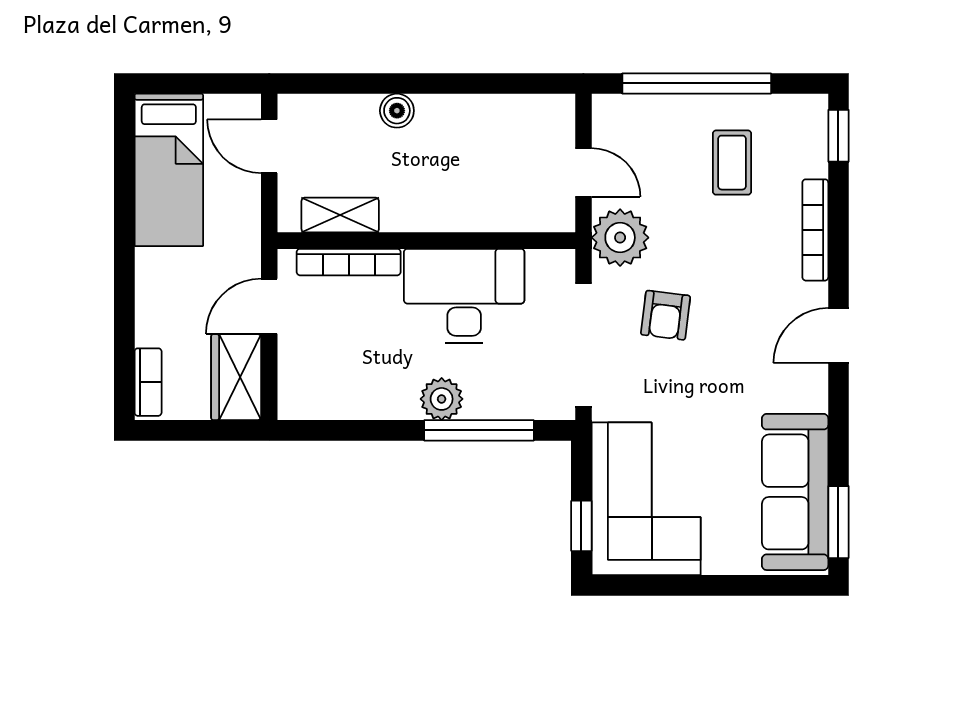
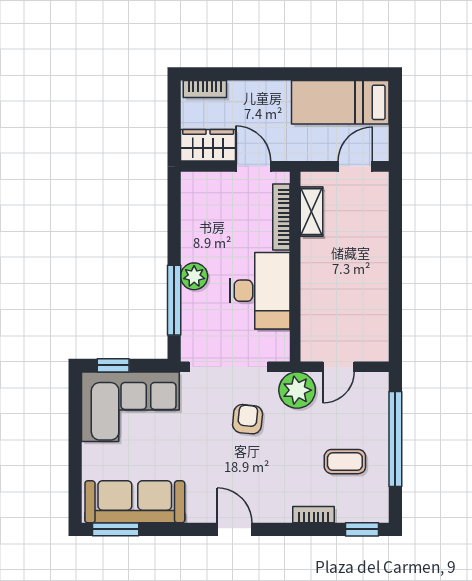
boiler: (397, 111) -> (378, 248), removed
bookcase: (815, 230) -> (314, 515), width x0.64
armchair: (666, 315) -> (248, 419), turned 89

